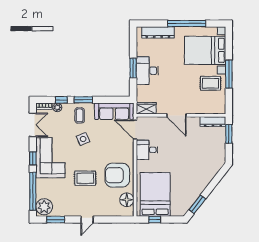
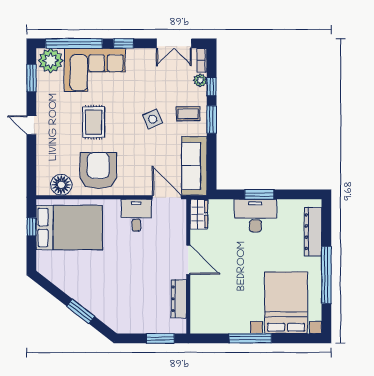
rug: (210, 83) -> (237, 311), removed
door: (176, 115) -> (188, 260), swing flipped
dresser: (213, 122) -> (179, 299), moved
door: (135, 130) -> (167, 197), hinge flipped
corner sofa: (50, 158) -> (95, 70), moved
window: (197, 204) -> (81, 311), moved

